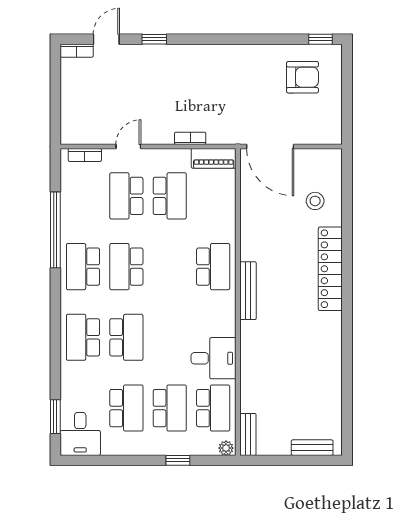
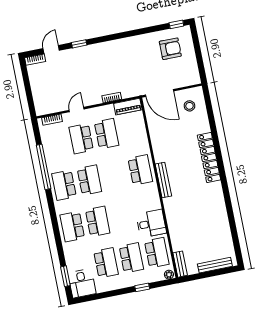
stool: (315, 201) -> (189, 106), moved
school desk: (126, 267) -> (89, 180), turned 180
bench: (312, 448) -> (215, 265), width x1.36

